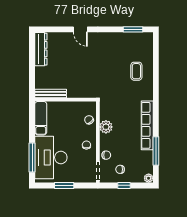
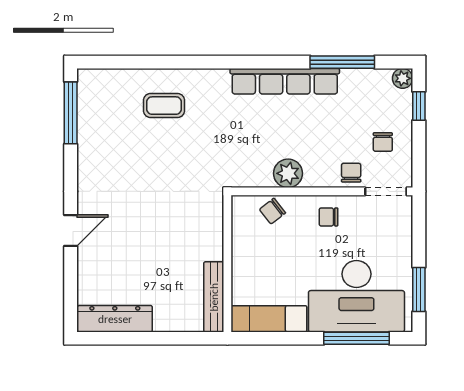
window: (133, 29) -> (71, 113), width x1.44
window: (64, 185) -> (419, 290), moved
window: (124, 185) -> (419, 106), moved

